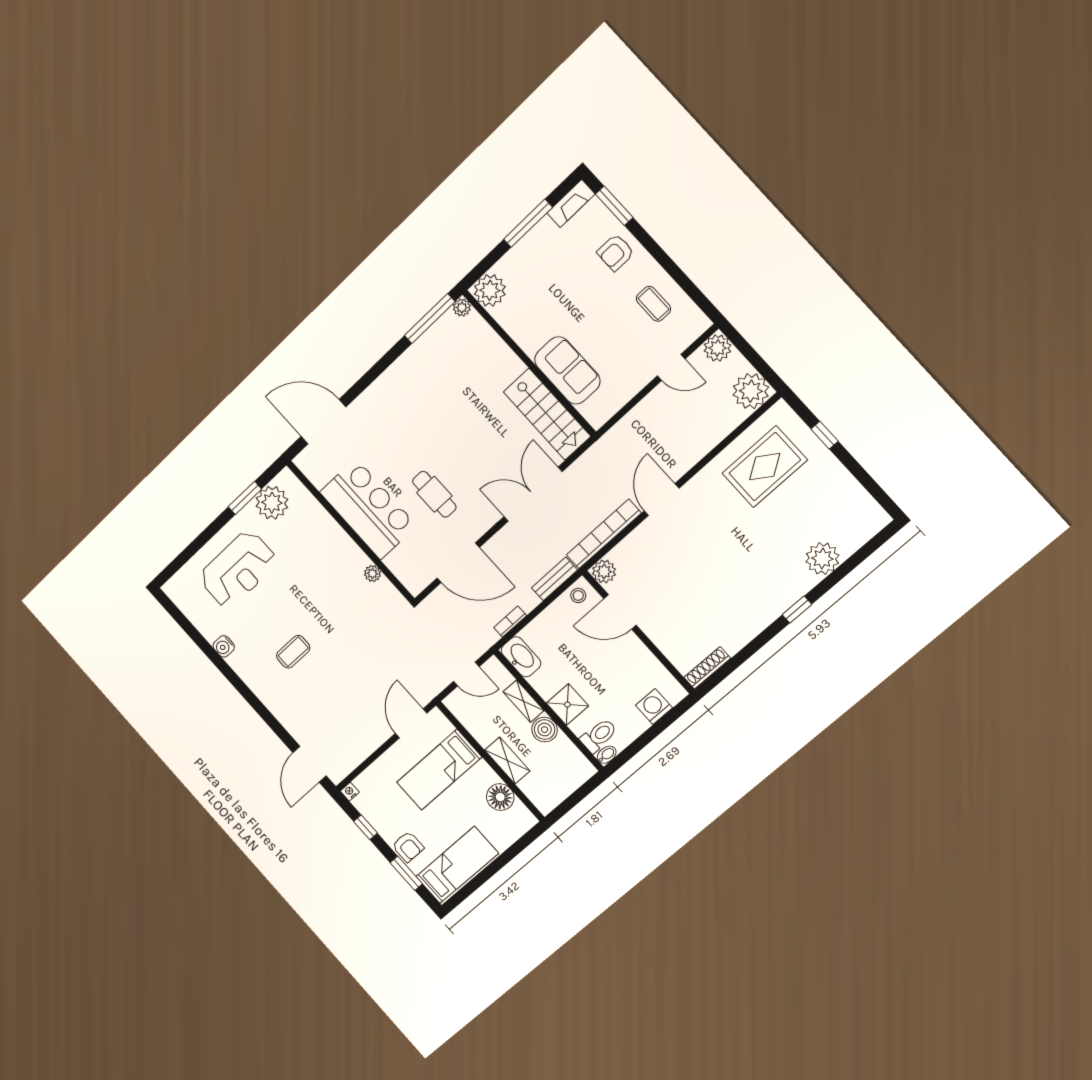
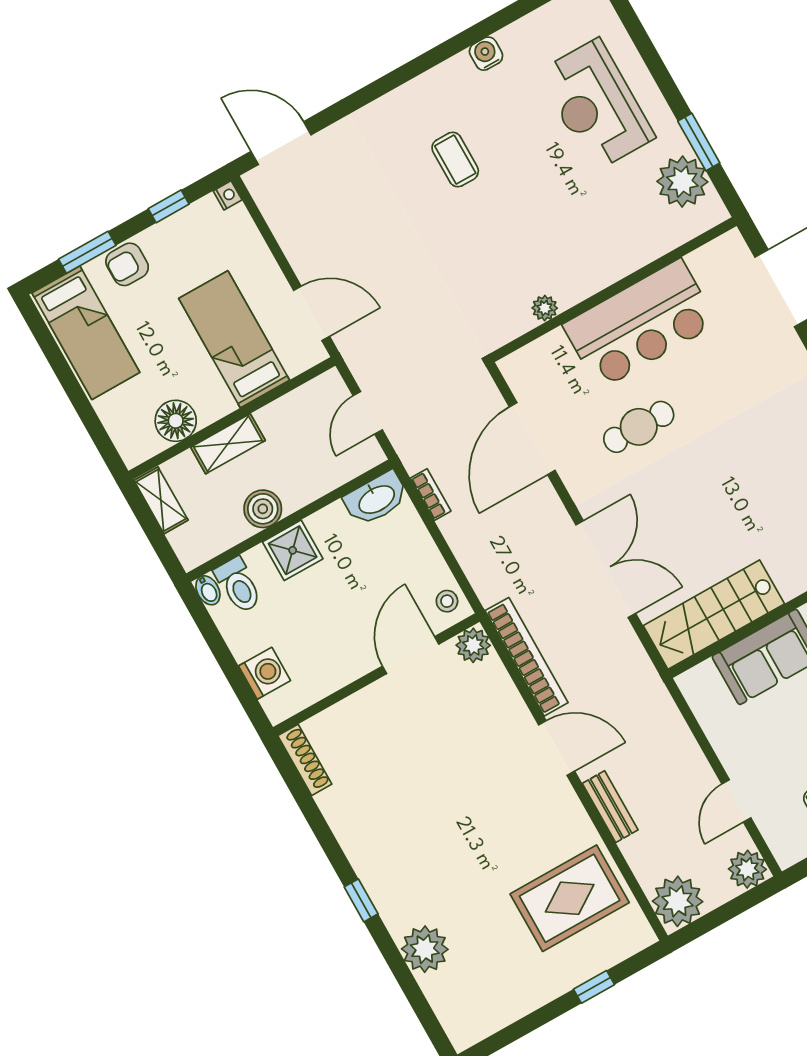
rug: (765, 467) -> (570, 898), turned 90
bench: (554, 579) -> (610, 807), moved
shelving: (523, 701) -> (161, 500), moved, turned 90

